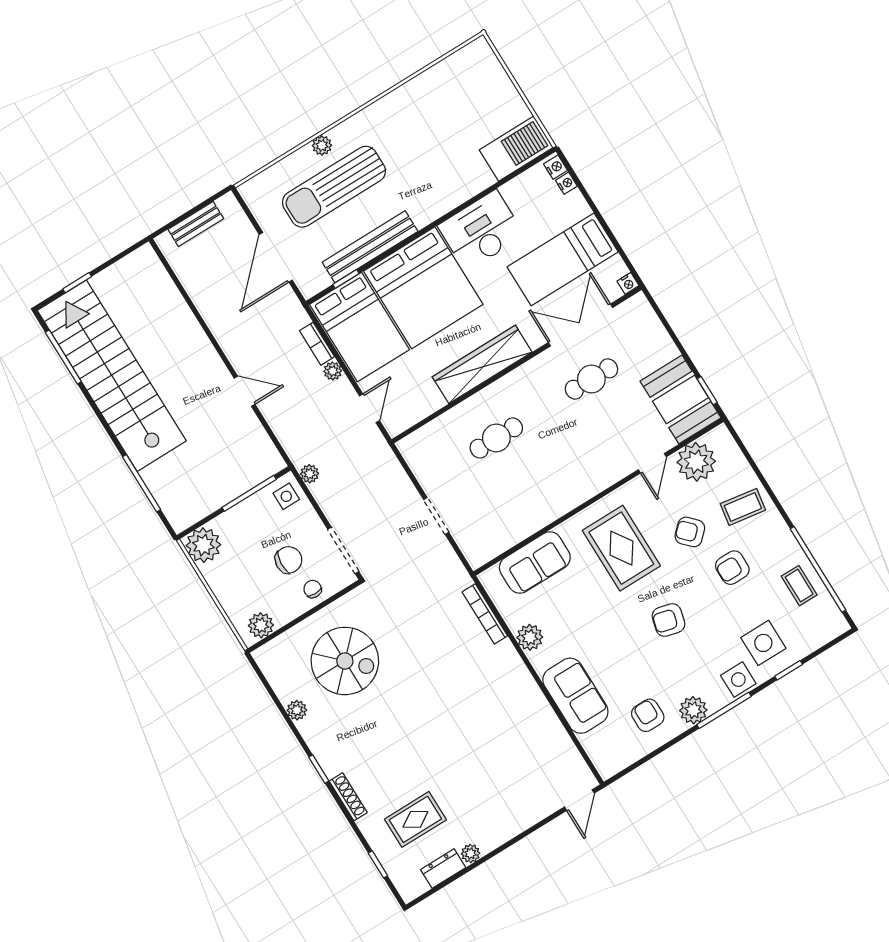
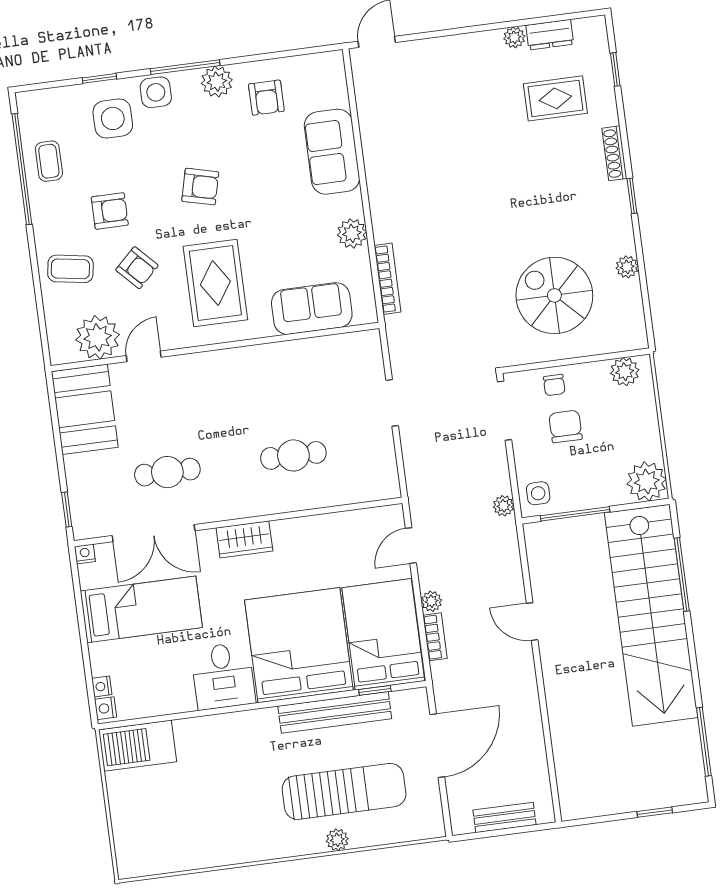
desk: (481, 231) -> (223, 676), width x0.73
wardrobe: (482, 364) -> (244, 539), width x0.48, depth x0.85
stairs: (112, 376) -> (651, 615), moved
window: (707, 391) -> (67, 510), moved
chair: (289, 560) -> (565, 426), turned 86

